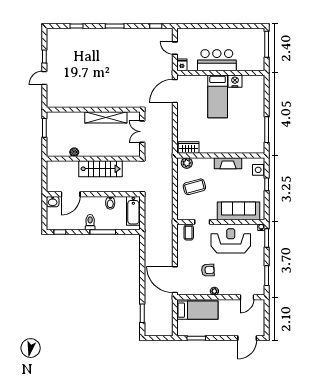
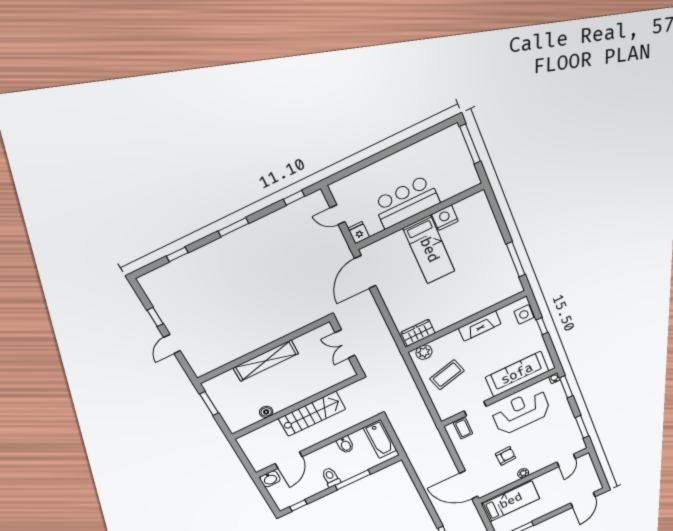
shelving: (106, 117) -> (266, 361), moved

